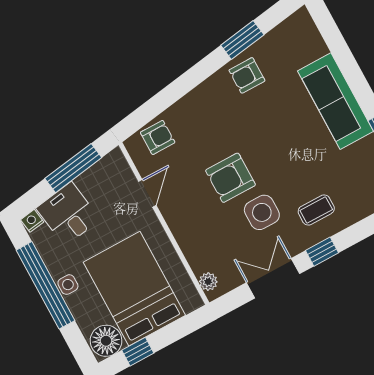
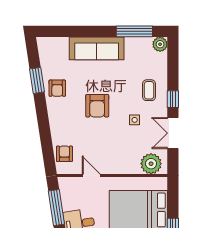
armchair: (230, 178) -> (97, 106), moved
side table: (262, 212) -> (135, 120), width x0.54, depth x0.54
plant: (208, 282) -> (151, 164), width x1.88, depth x1.88

